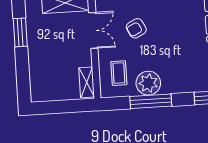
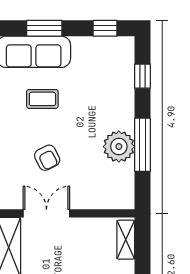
coffee table: (119, 73) -> (42, 99), moved
shelving: (87, 82) -> (126, 240), moved, turned 90

